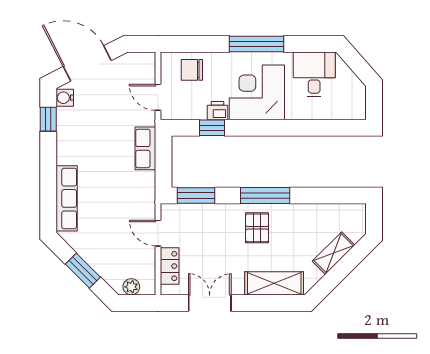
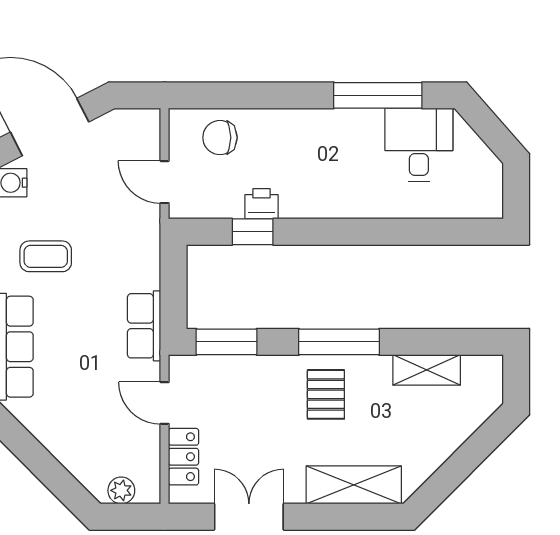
window: (256, 44) -> (378, 95), moved
corner desk: (257, 92) -> (326, 174), removed
coffee table: (85, 143) -> (46, 256), added
row of seats: (145, 148) -> (144, 326), moved
shelving: (334, 253) -> (427, 370), moved, turned 45
window: (83, 271) -> (42, 464), removed

